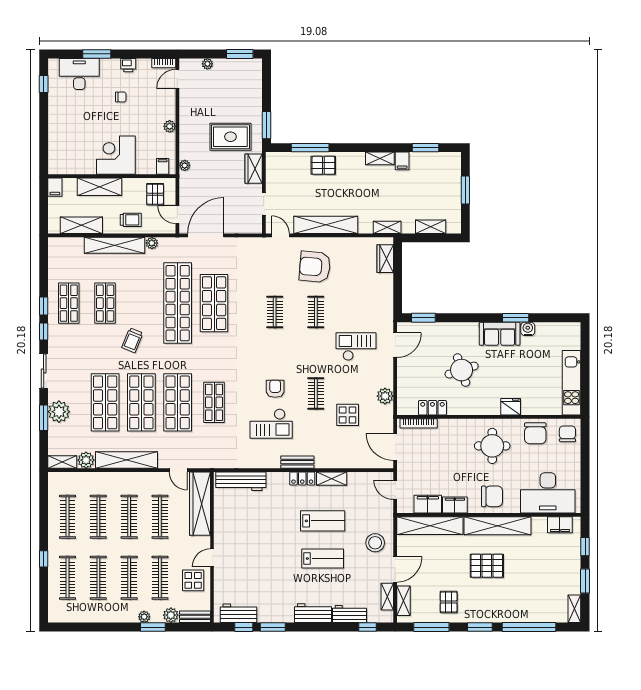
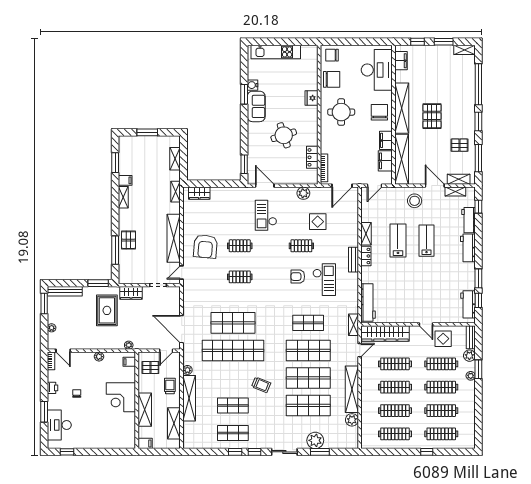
bench: (256, 81) -> (65, 291), added
kitchen unit: (572, 383) -> (276, 52), moved
shelving: (62, 462) -> (353, 325), moved

